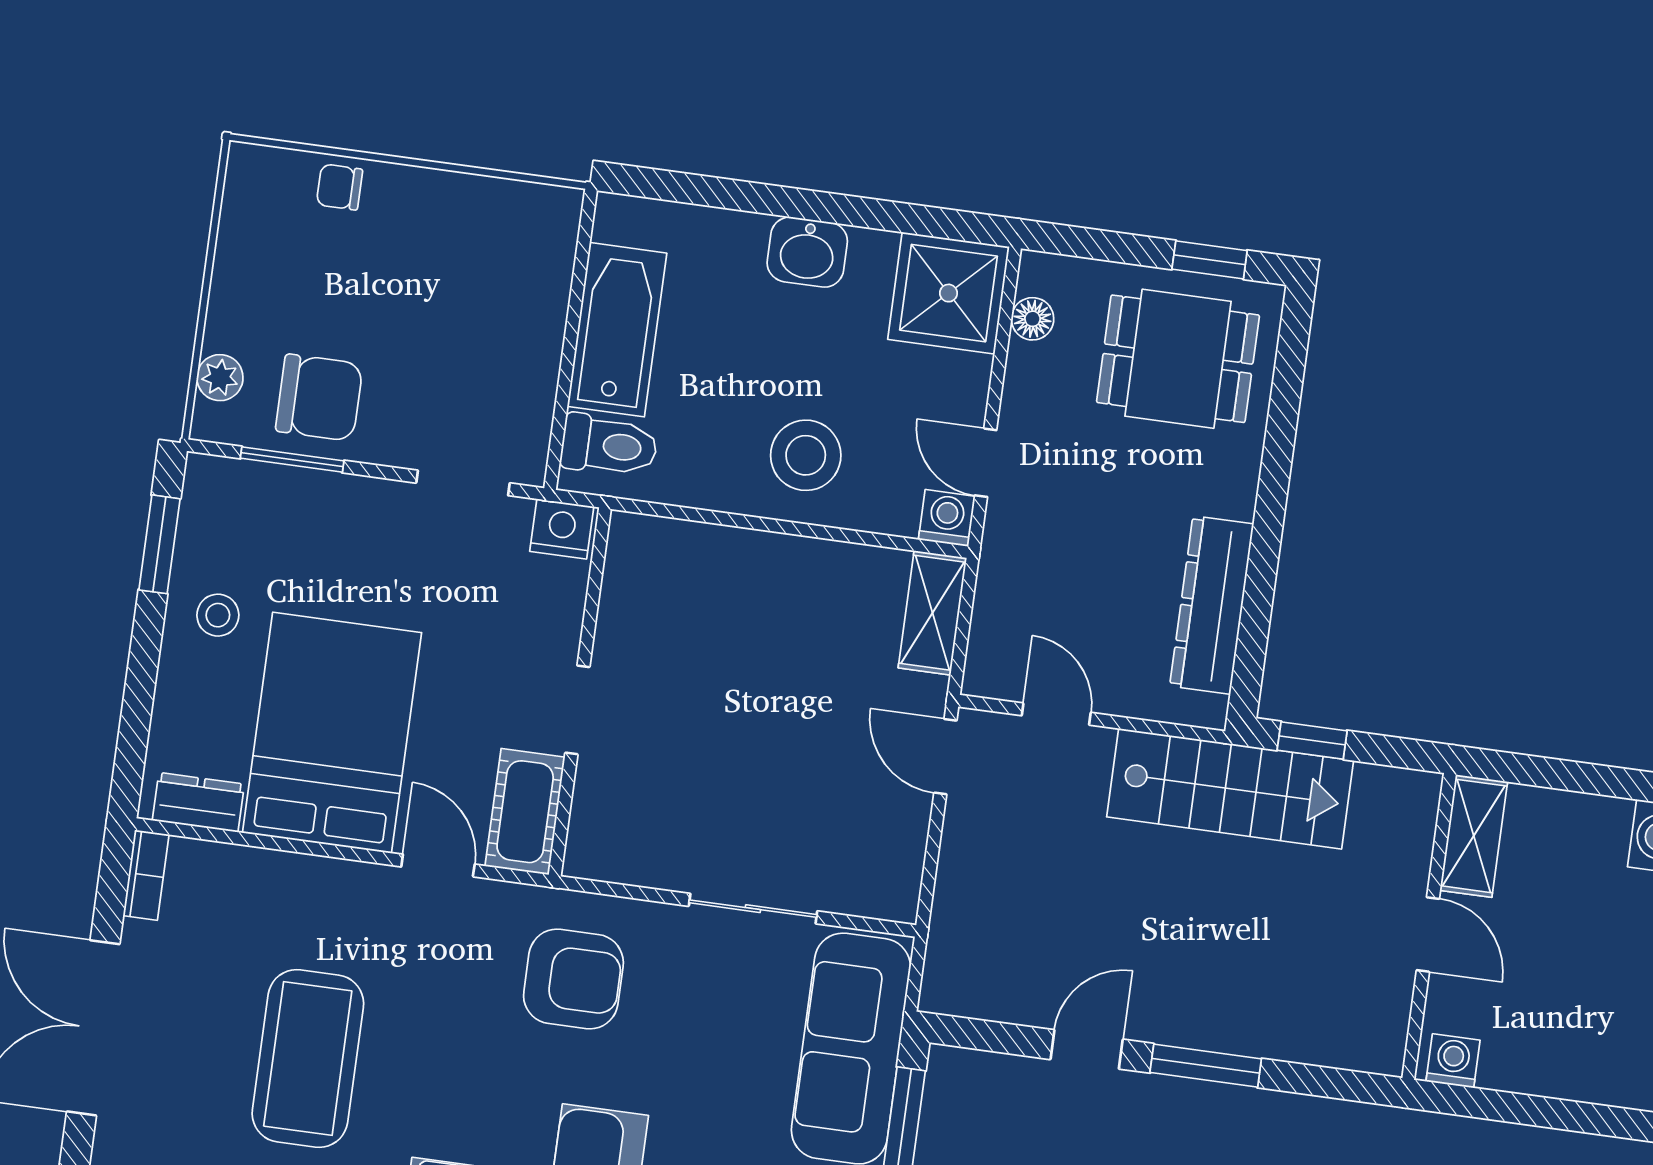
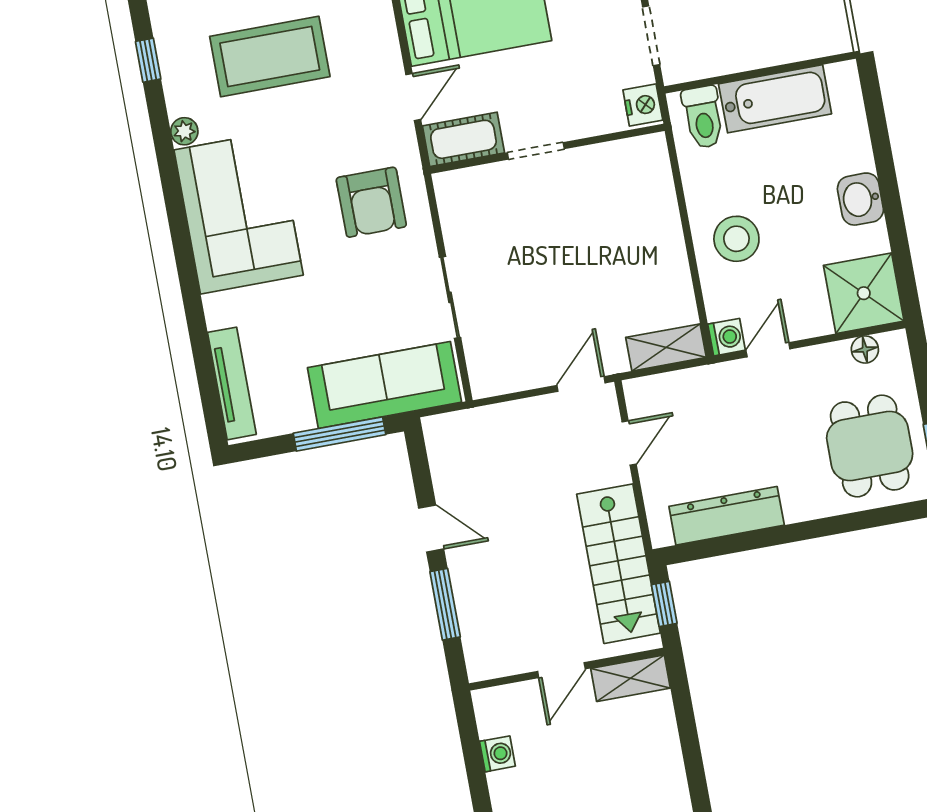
shelving: (1474, 836) -> (631, 678), moved
wall: (1429, 926) -> (567, 669), moved
door: (1428, 934) -> (561, 670), moved

